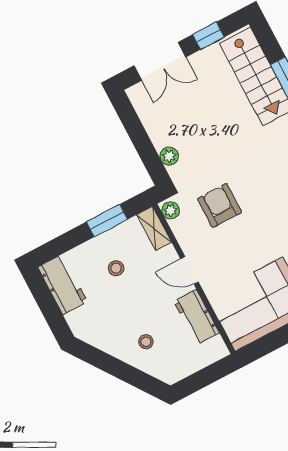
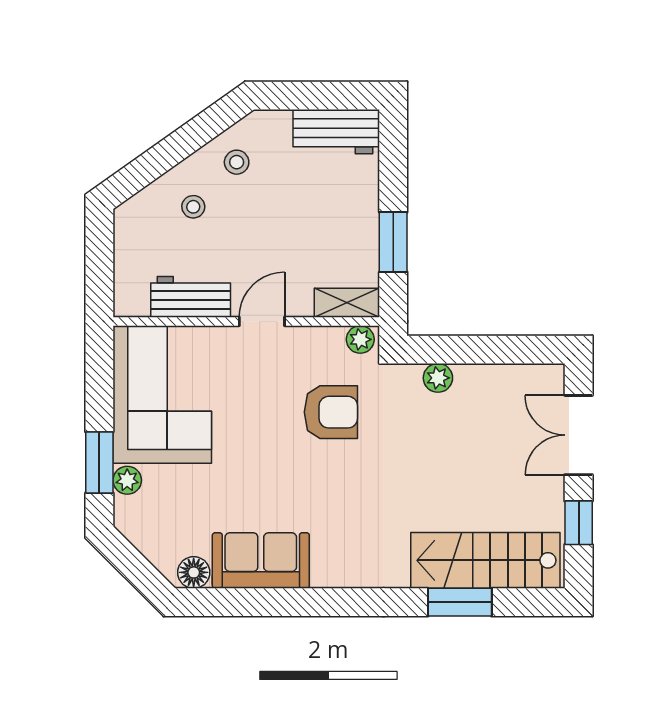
stool: (116, 268) -> (237, 162), moved

